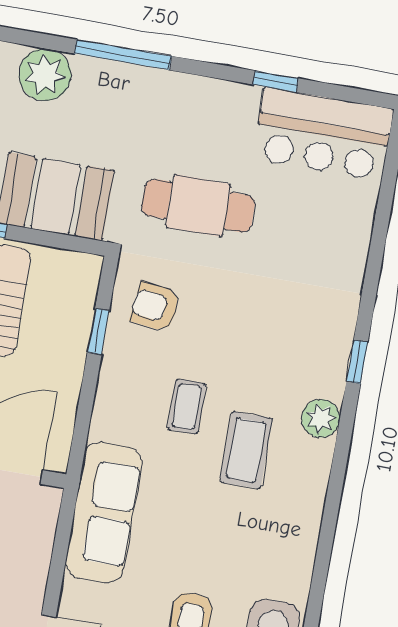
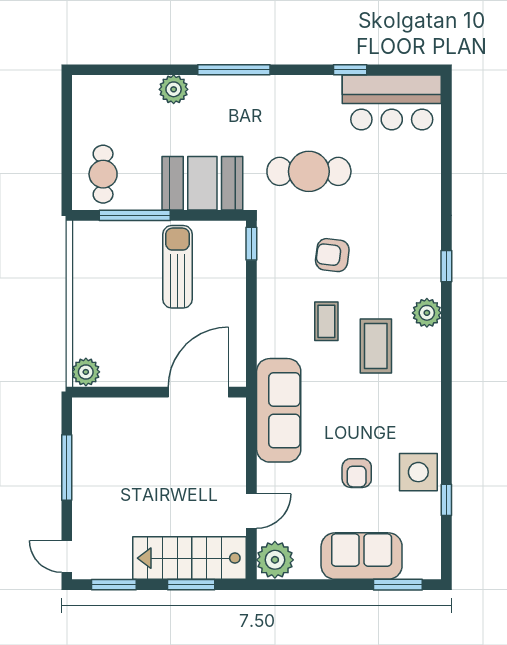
plant: (45, 75) -> (174, 89), width x0.73, depth x0.73
armchair: (155, 307) -> (332, 255), moved
window: (98, 332) -> (251, 244), moved

